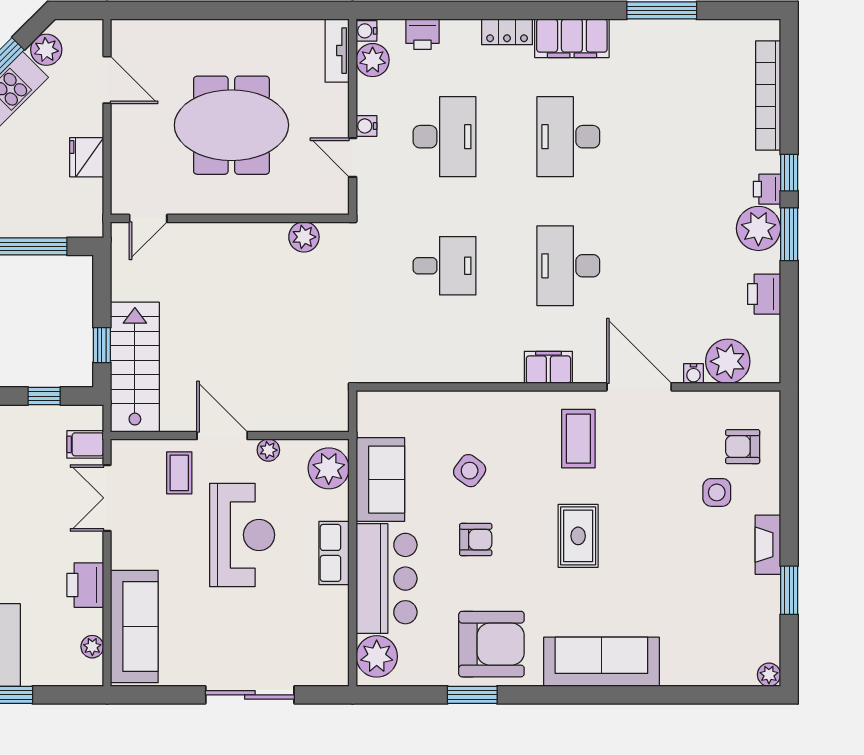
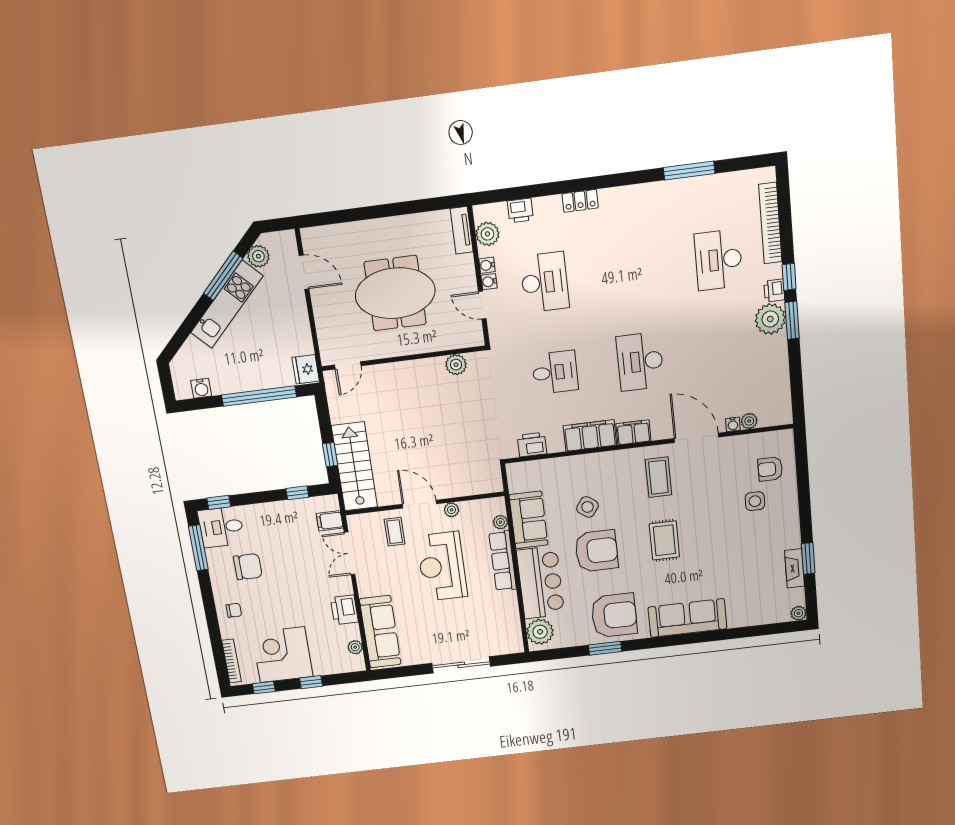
water cooler: (366, 31) -> (487, 265), moved
filing cabinet: (572, 38) -> (590, 436), moved, turned 180
desk: (568, 137) -> (719, 260), moved
fridge: (87, 157) -> (306, 369), moved
printer: (764, 294) -> (532, 445), moved, turned 90
plant: (728, 361) -> (749, 421), width x0.53, depth x0.53
plant: (329, 468) -> (500, 522), width x0.53, depth x0.53
reception desk: (242, 535) -> (442, 566), turned 180
armchair: (476, 540) -> (596, 551), width x1.88, depth x1.88
fireplace: (768, 545) -> (795, 568), moved
row of seats: (334, 553) -> (503, 561), width x1.48

